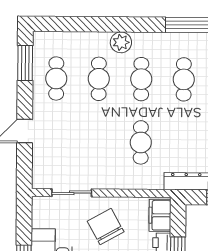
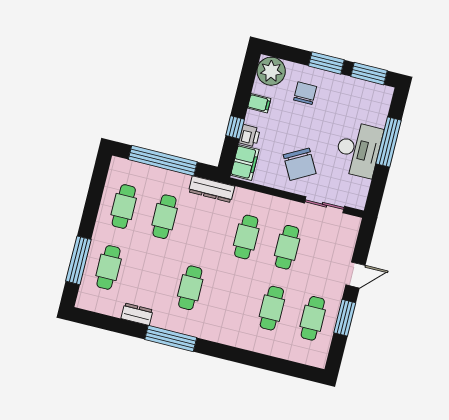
plant: (121, 42) -> (242, 338), removed
window: (25, 63) -> (345, 318), moved
cafe table: (141, 79) -> (287, 247), moved

